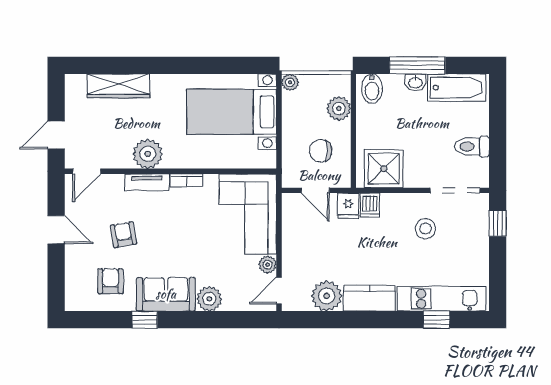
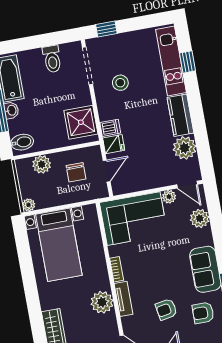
plant: (209, 299) -> (200, 218), moved

